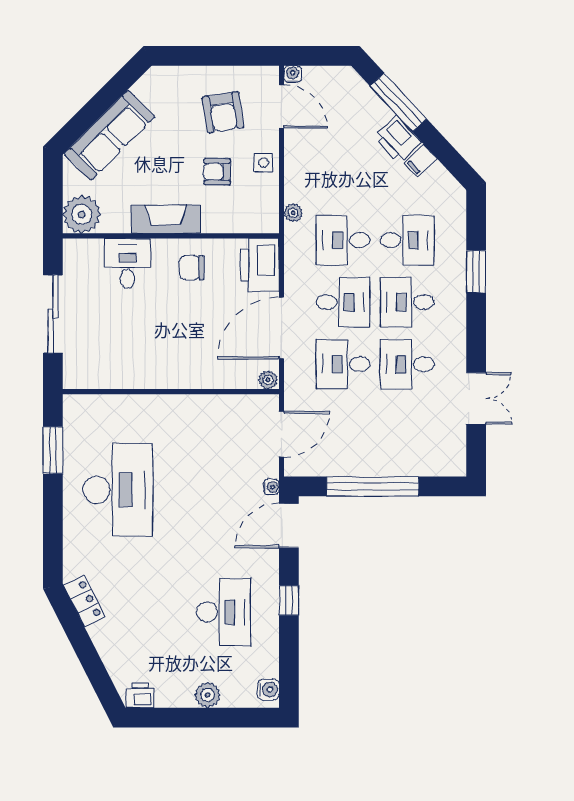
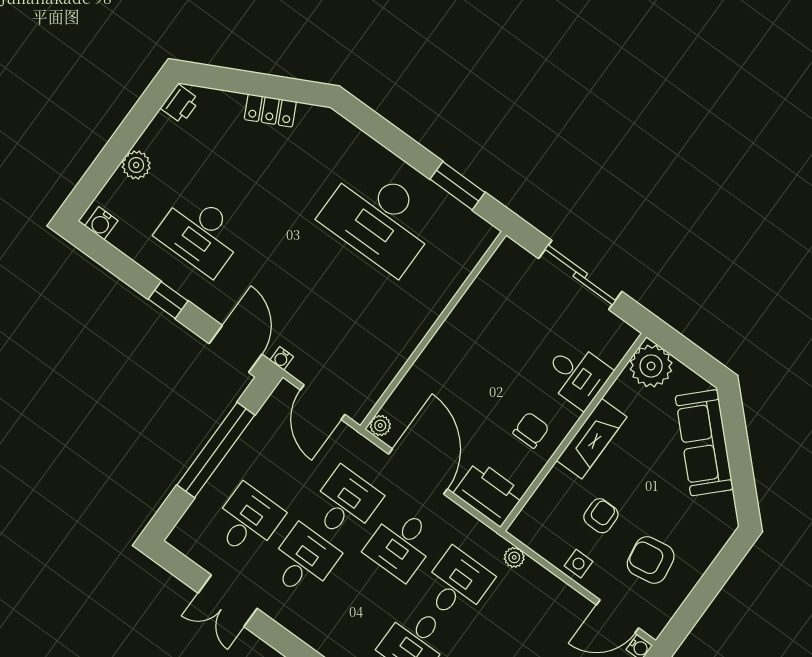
desk: (407, 302) -> (248, 520), moved
locker: (84, 601) -> (270, 110), moved

